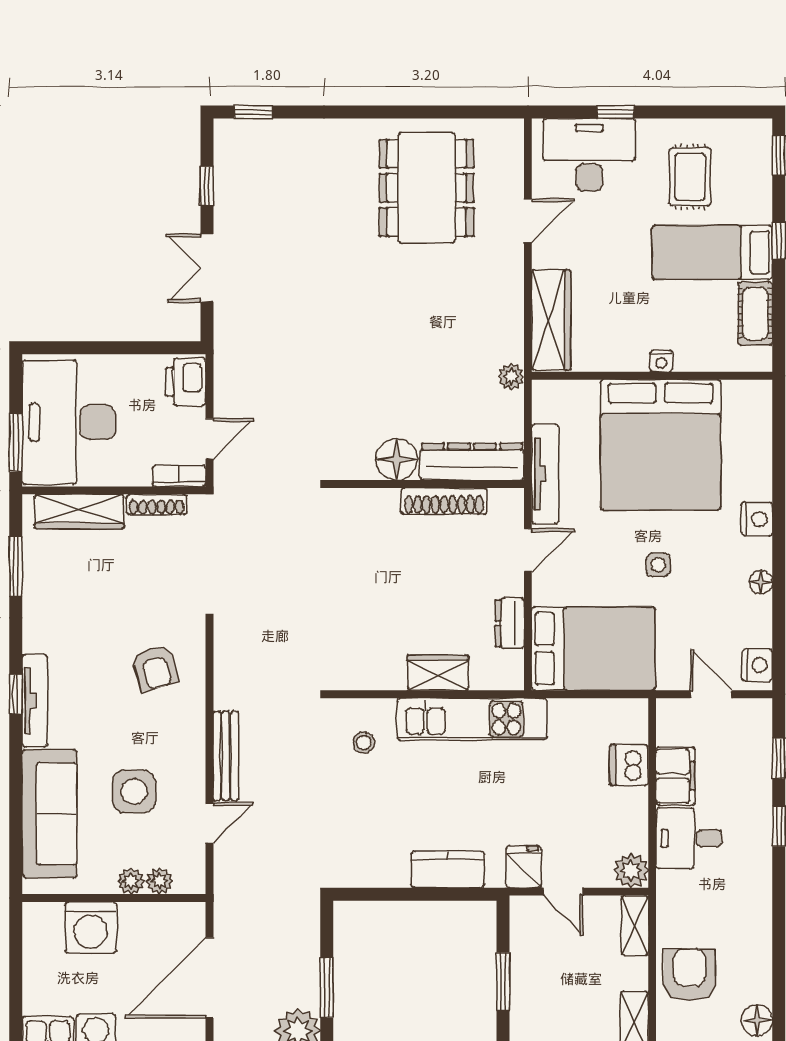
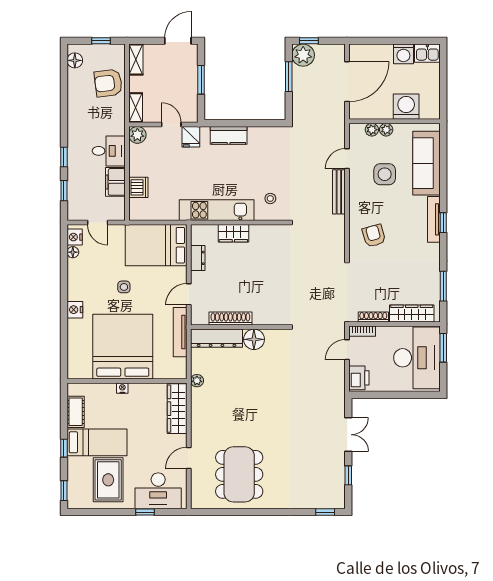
rug: (690, 177) -> (108, 480), width x1.36, depth x1.43
floor lamp: (761, 582) -> (73, 252), moved
armchair: (690, 975) -> (108, 83), turned 83

